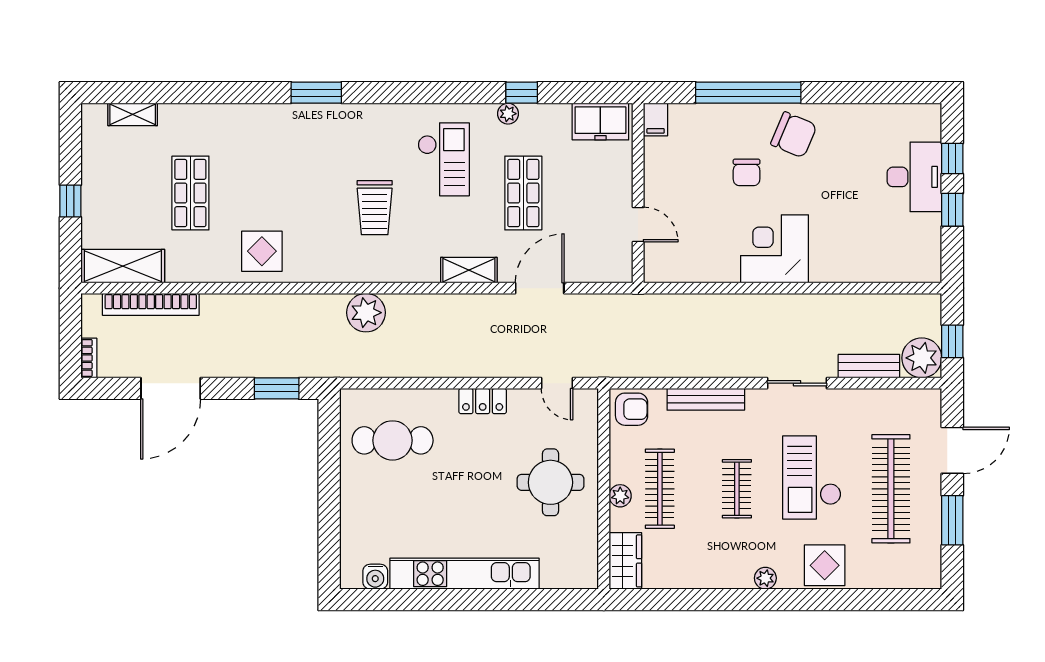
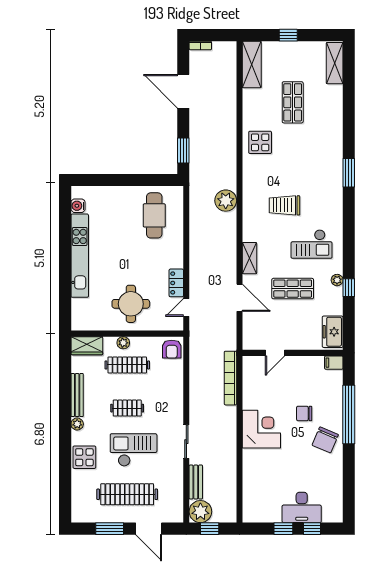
shelving: (133, 114) -> (335, 63), width x1.50, depth x1.33
shop shelf: (190, 193) -> (293, 102), turned 90
bookcase: (151, 304) -> (230, 378), moved
bench: (706, 399) -> (77, 395), moved
locker: (483, 401) -> (176, 283), moved

